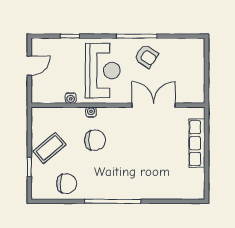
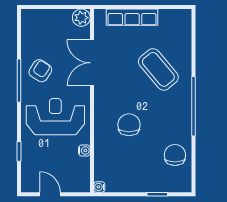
plant: (196, 95) -> (81, 18), added
water cooler: (91, 112) -> (99, 187), moved
coffee table: (50, 148) -> (158, 69), moved, width x1.36, depth x1.32

